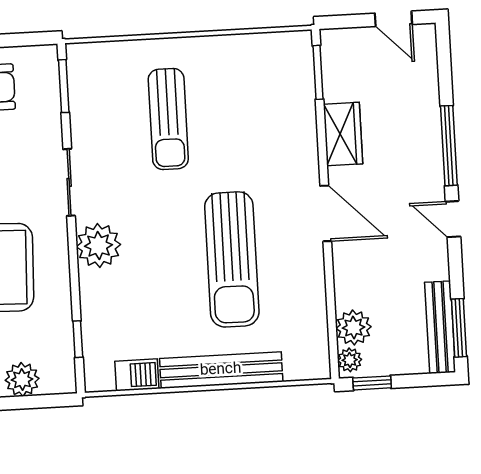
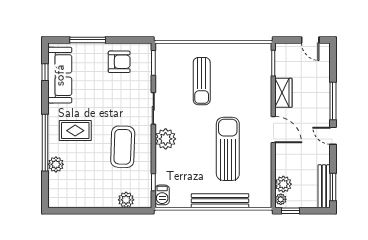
sun lounger: (232, 259) -> (228, 149), turned 180
barbecue: (137, 375) -> (162, 195), moved, turned 90

